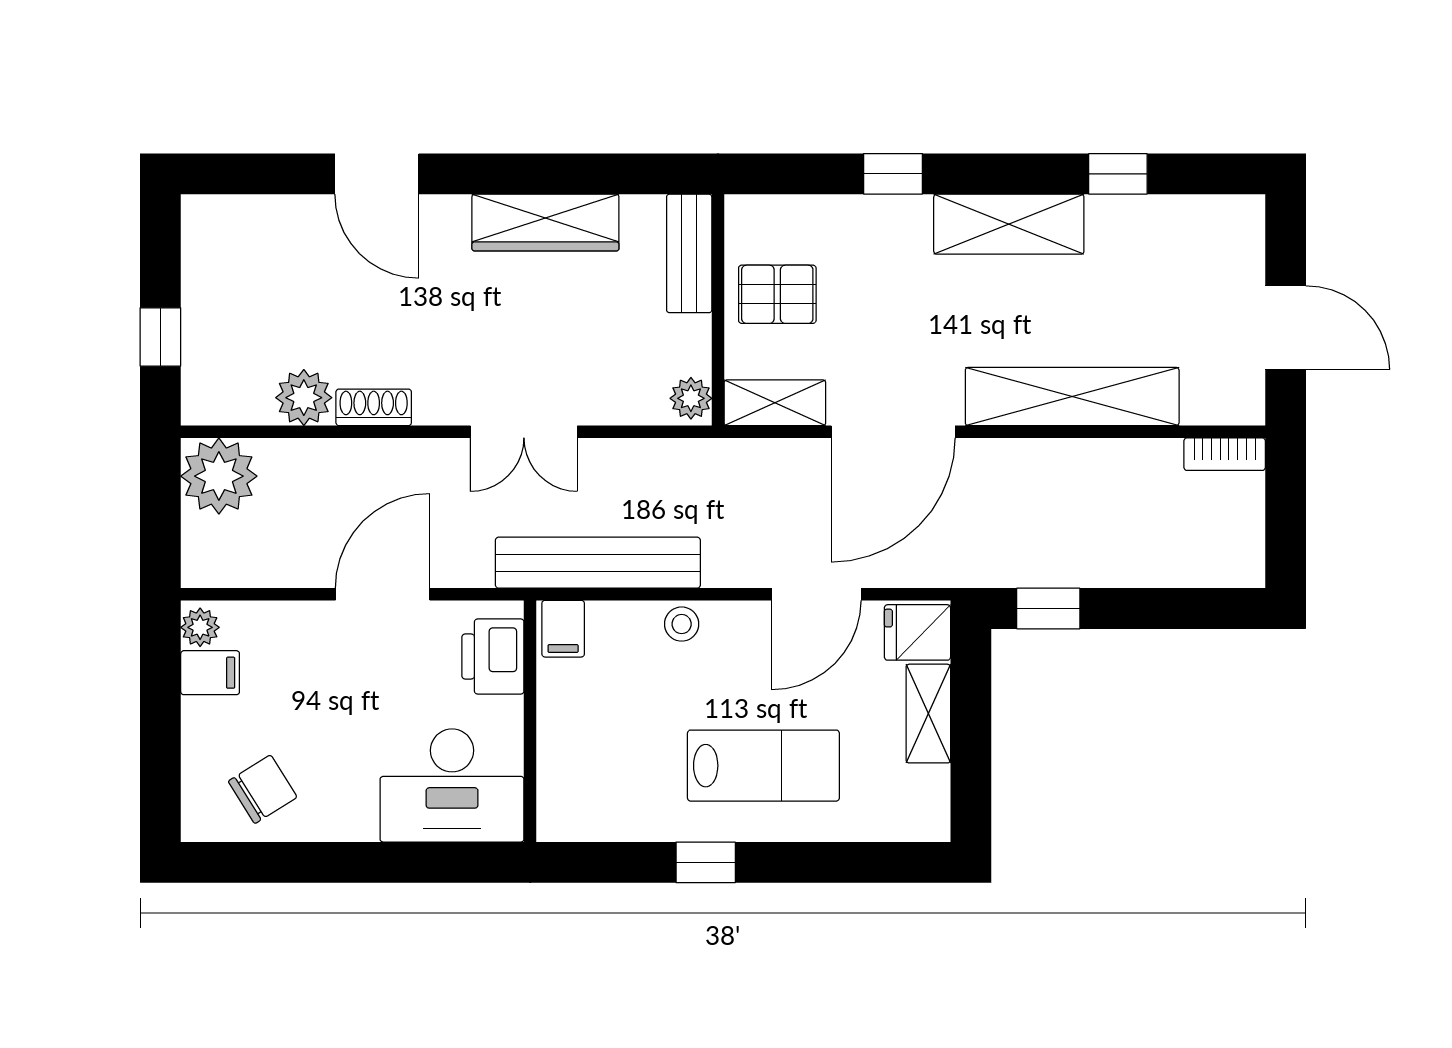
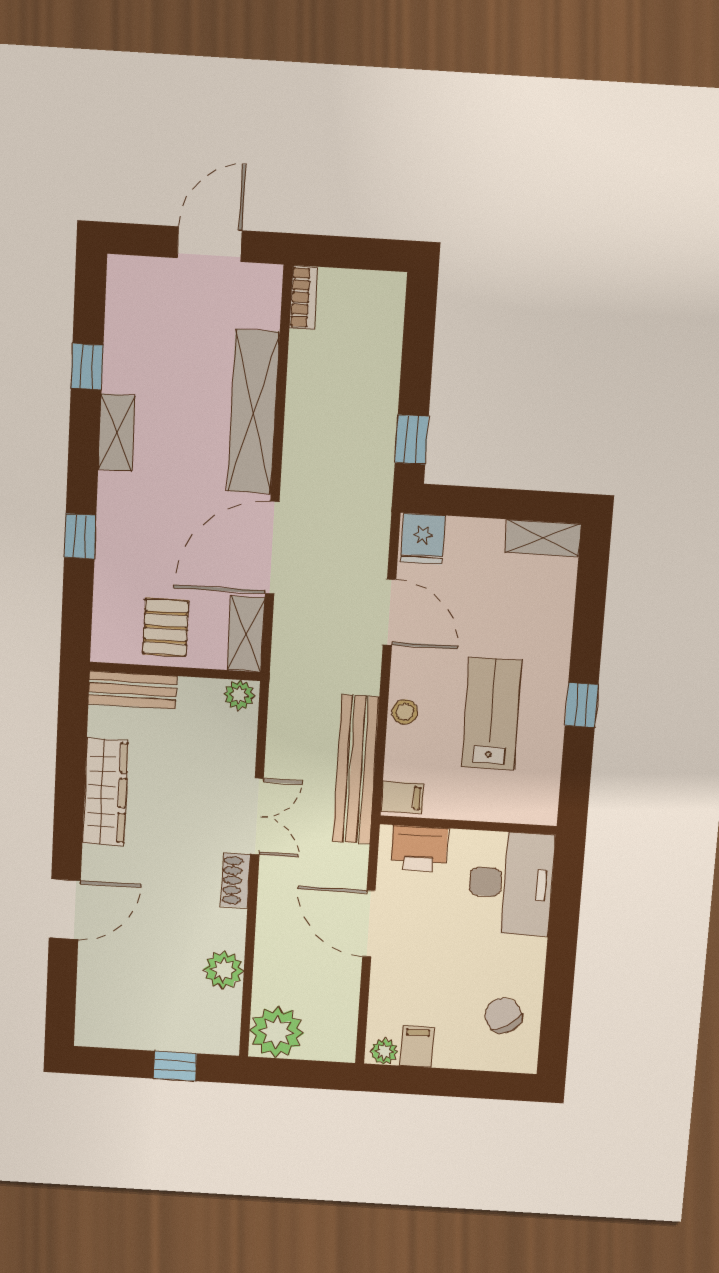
shelving: (1009, 224) -> (117, 433), width x0.67, depth x0.75
shoe rack: (374, 407) -> (236, 881), moved
door: (893, 432) -> (272, 548), swing flipped
shelving: (928, 714) -> (543, 538), moved
lab bench: (763, 766) -> (491, 714), moved

